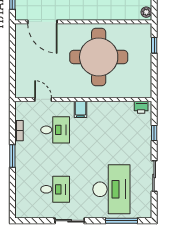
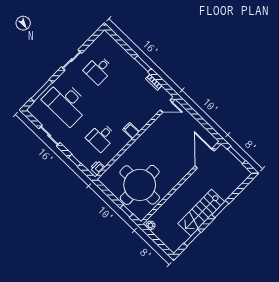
door: (42, 22) -> (205, 158), hinge flipped
round table: (99, 57) -> (140, 185), moved
door: (43, 99) -> (166, 106), moved
desk: (55, 130) -> (101, 137), moved

